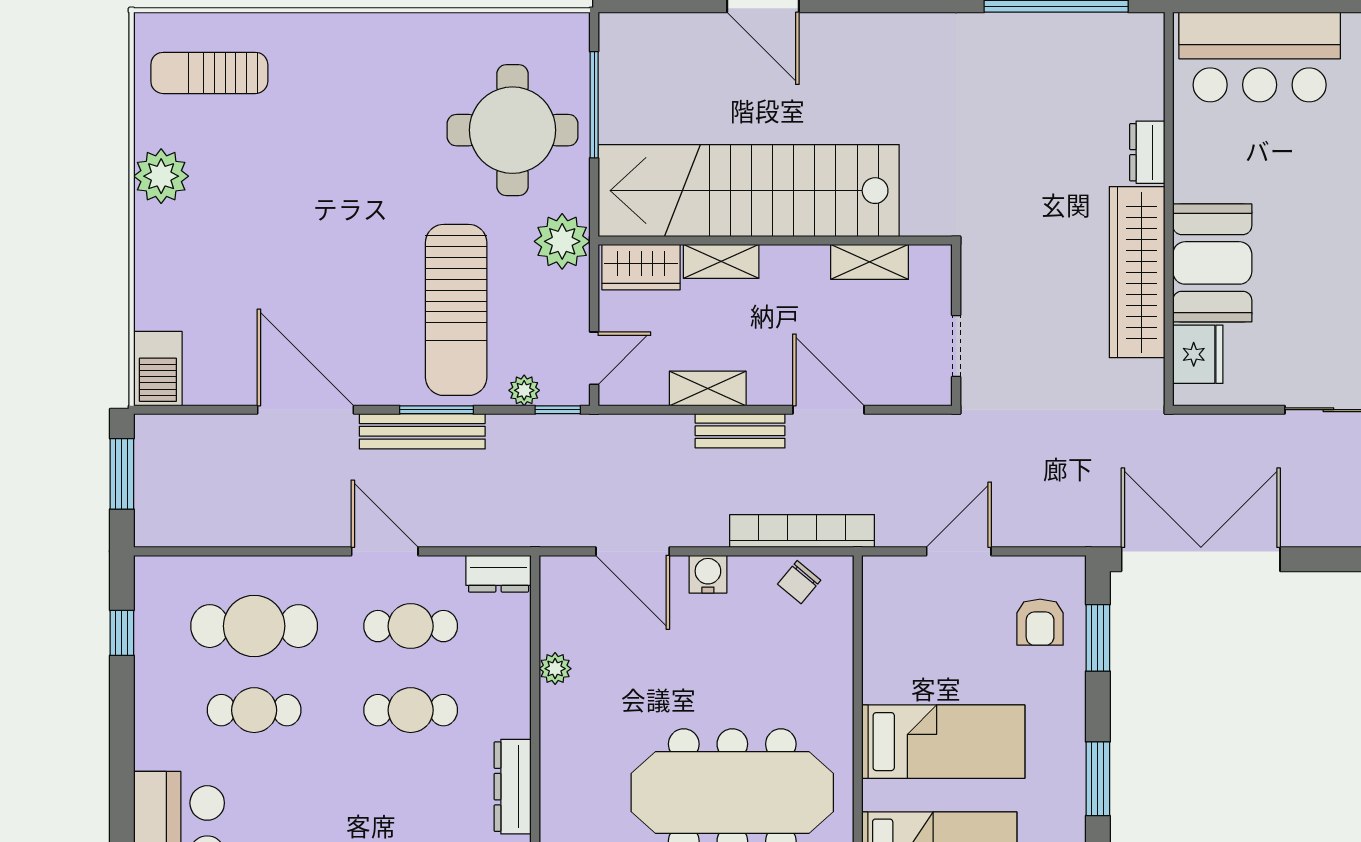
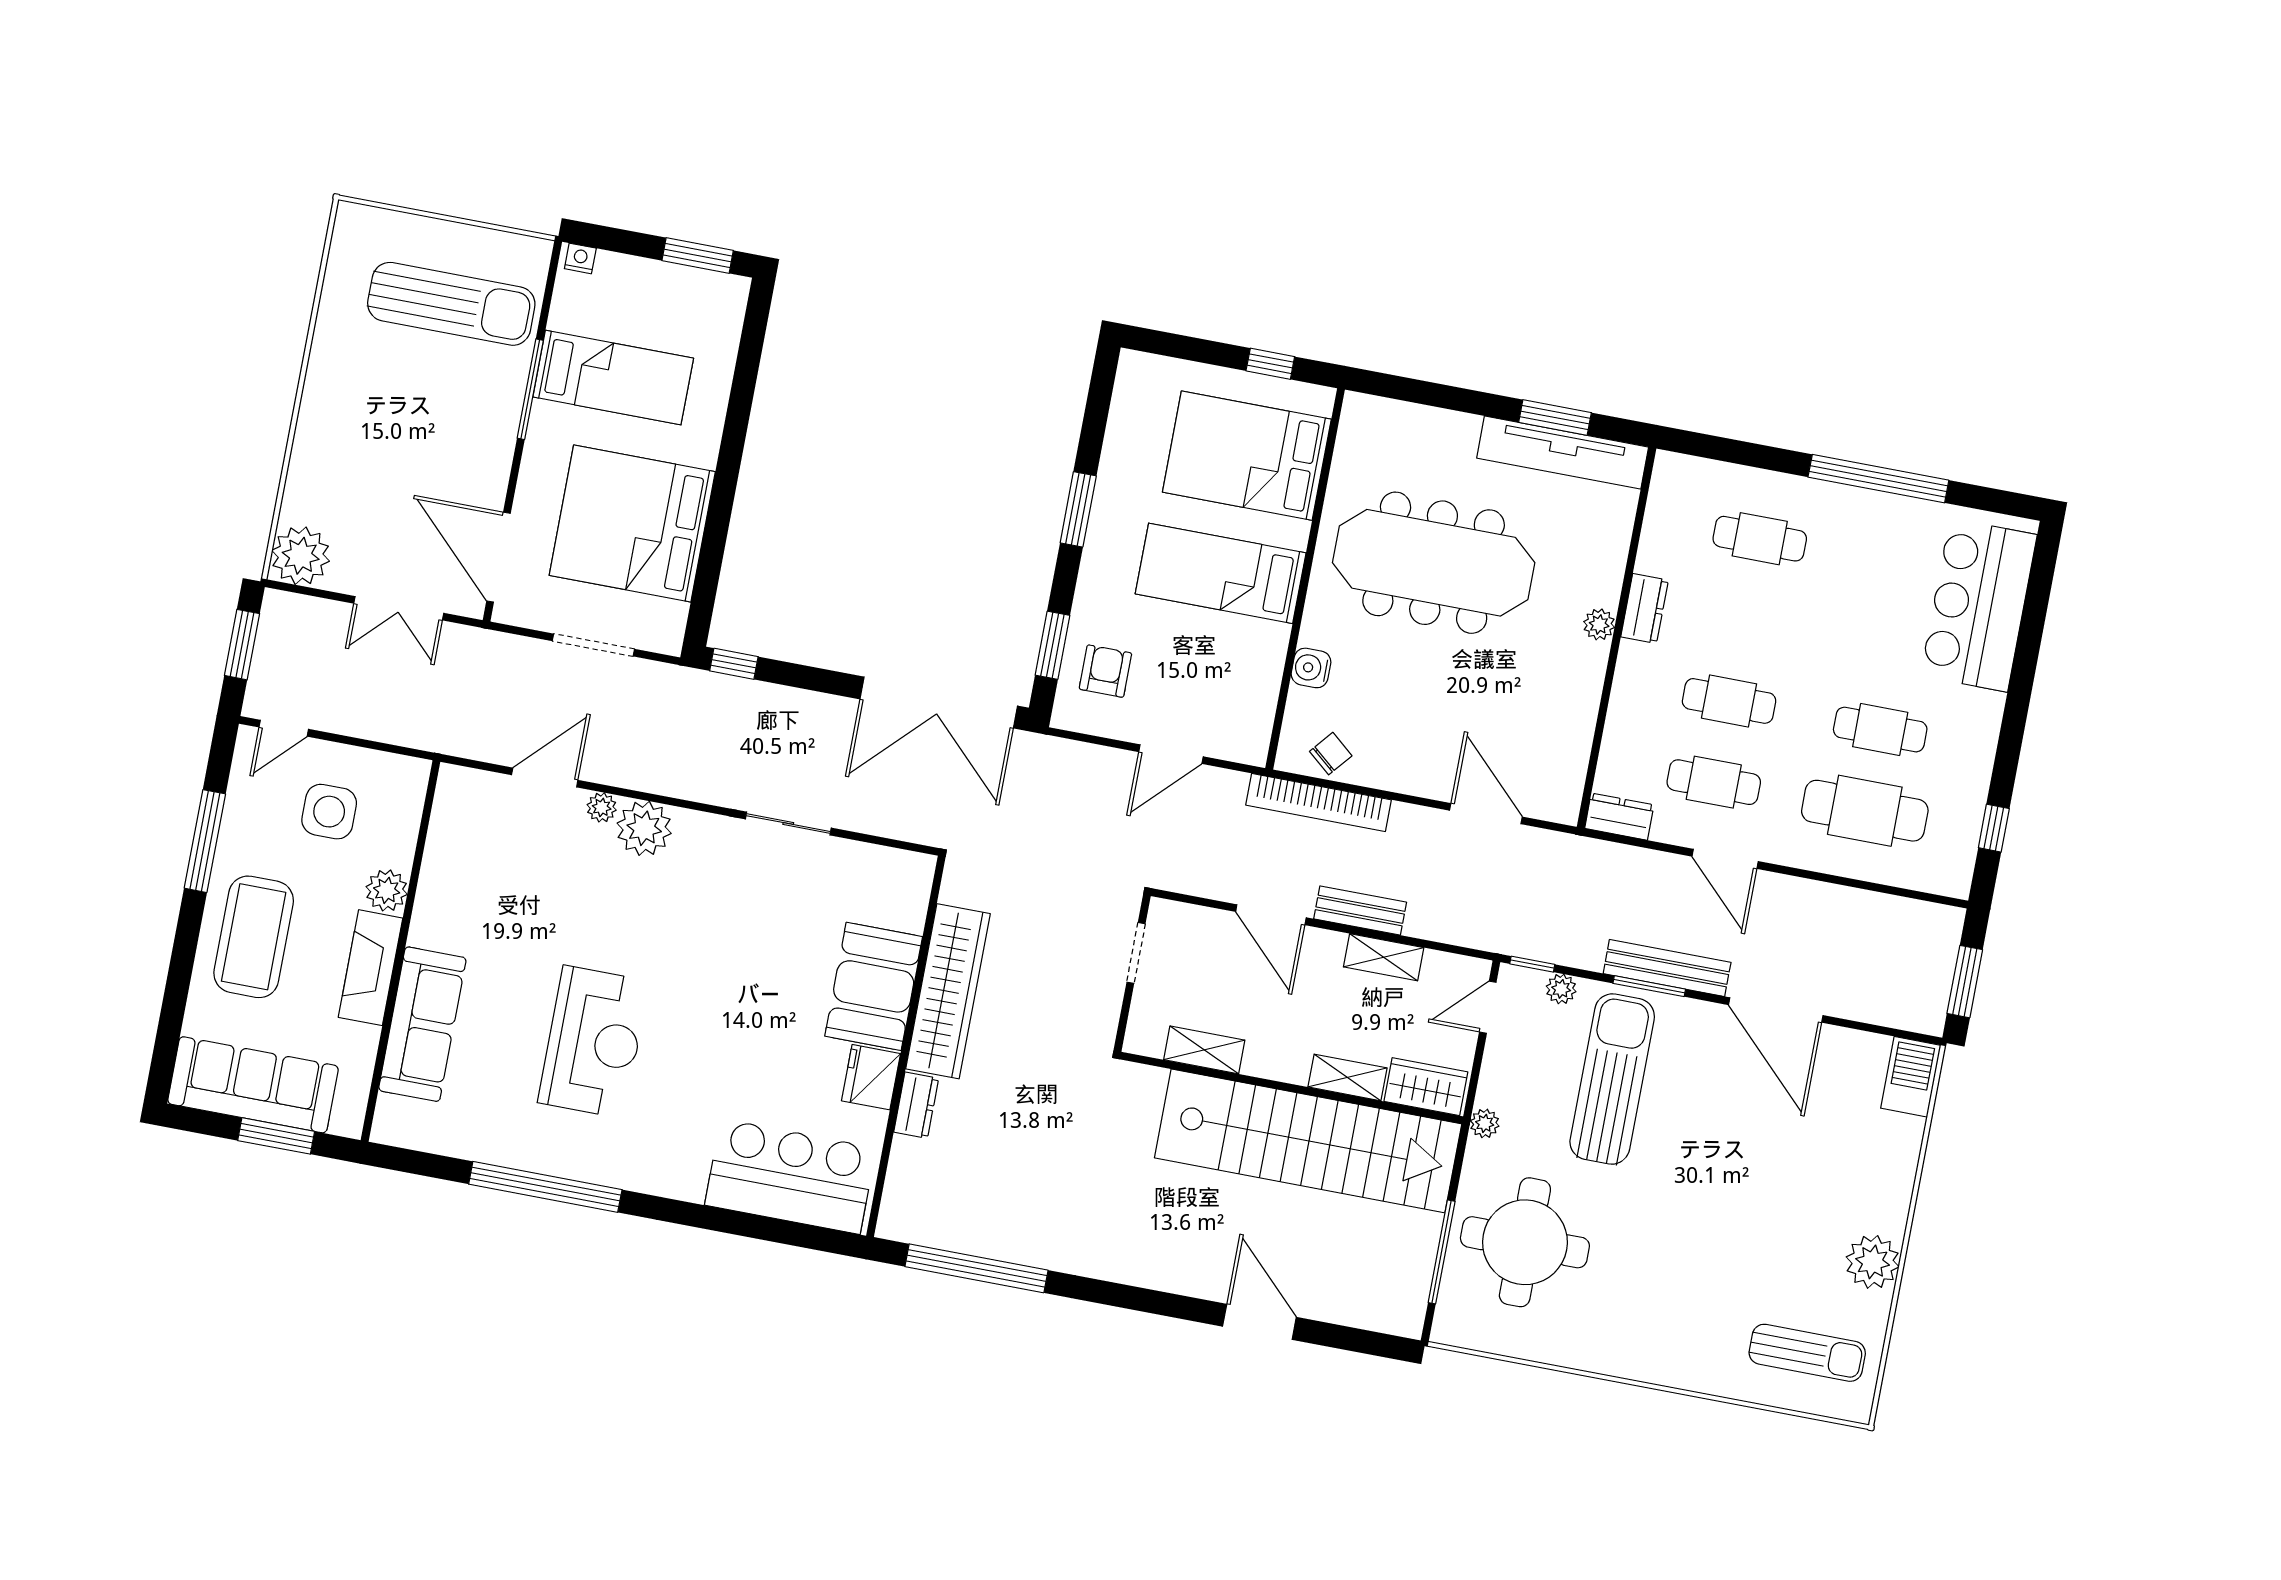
plant: (562, 241) -> (1485, 1123), width x0.53, depth x0.53
fridge: (1198, 354) -> (871, 1077), moved
water cooler: (708, 574) -> (1311, 668), moved, turned 90
plant: (555, 669) -> (1599, 624), moved
dresser: (513, 787) -> (1645, 608), width x0.70

